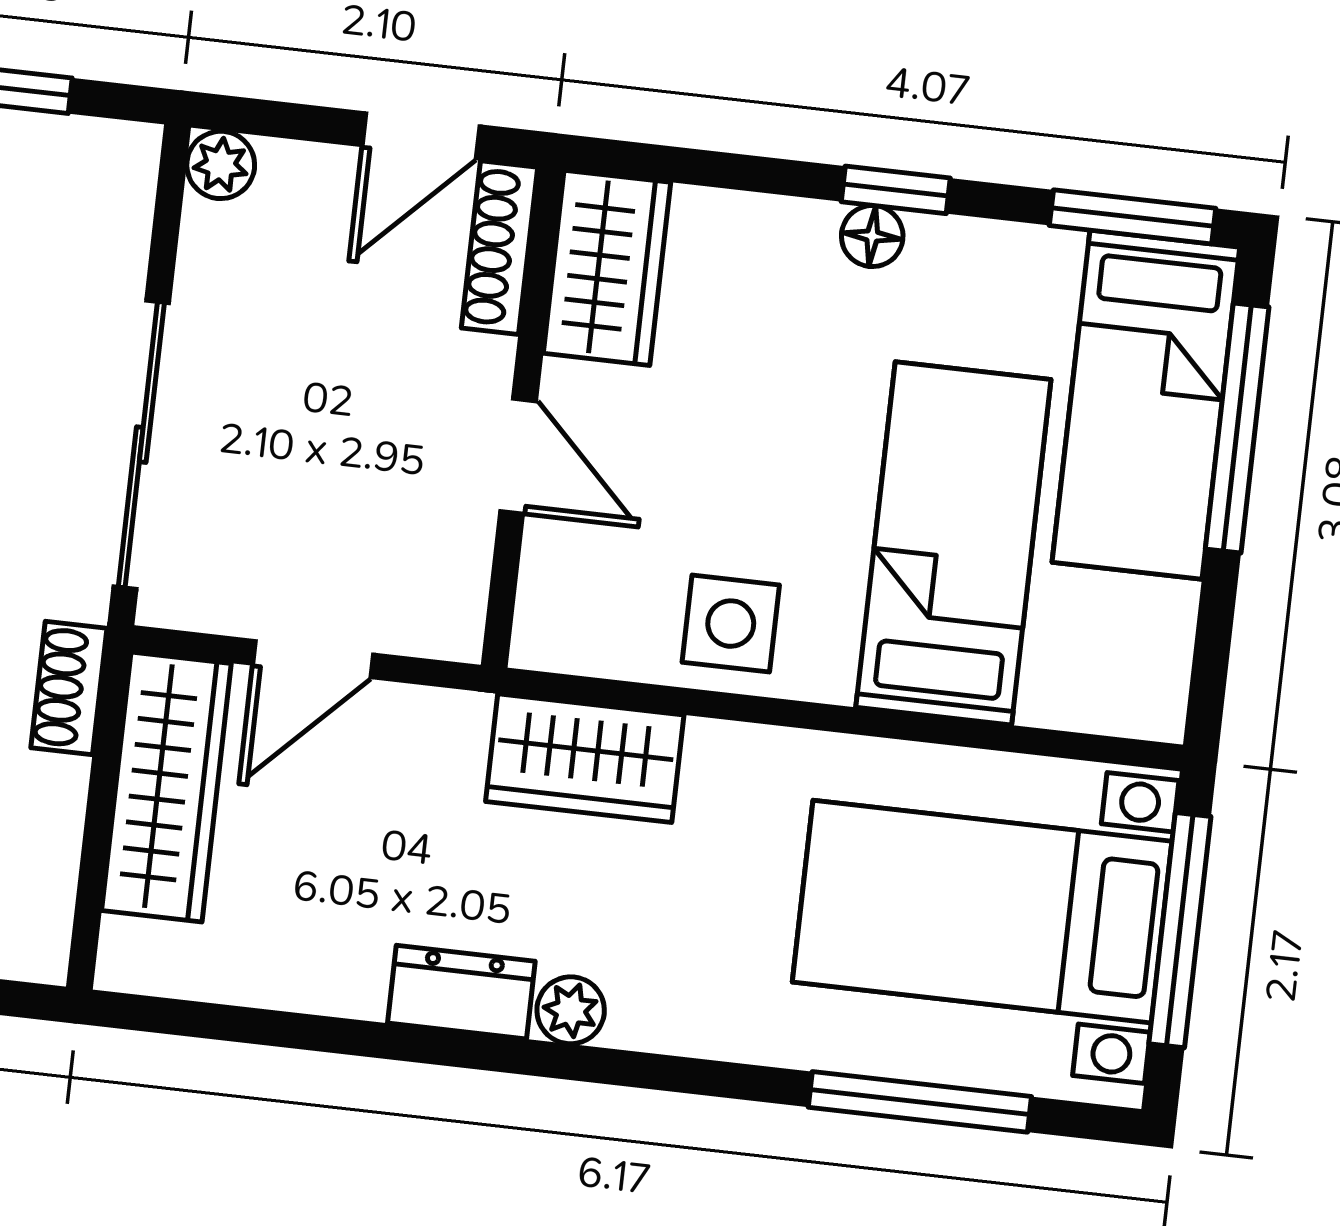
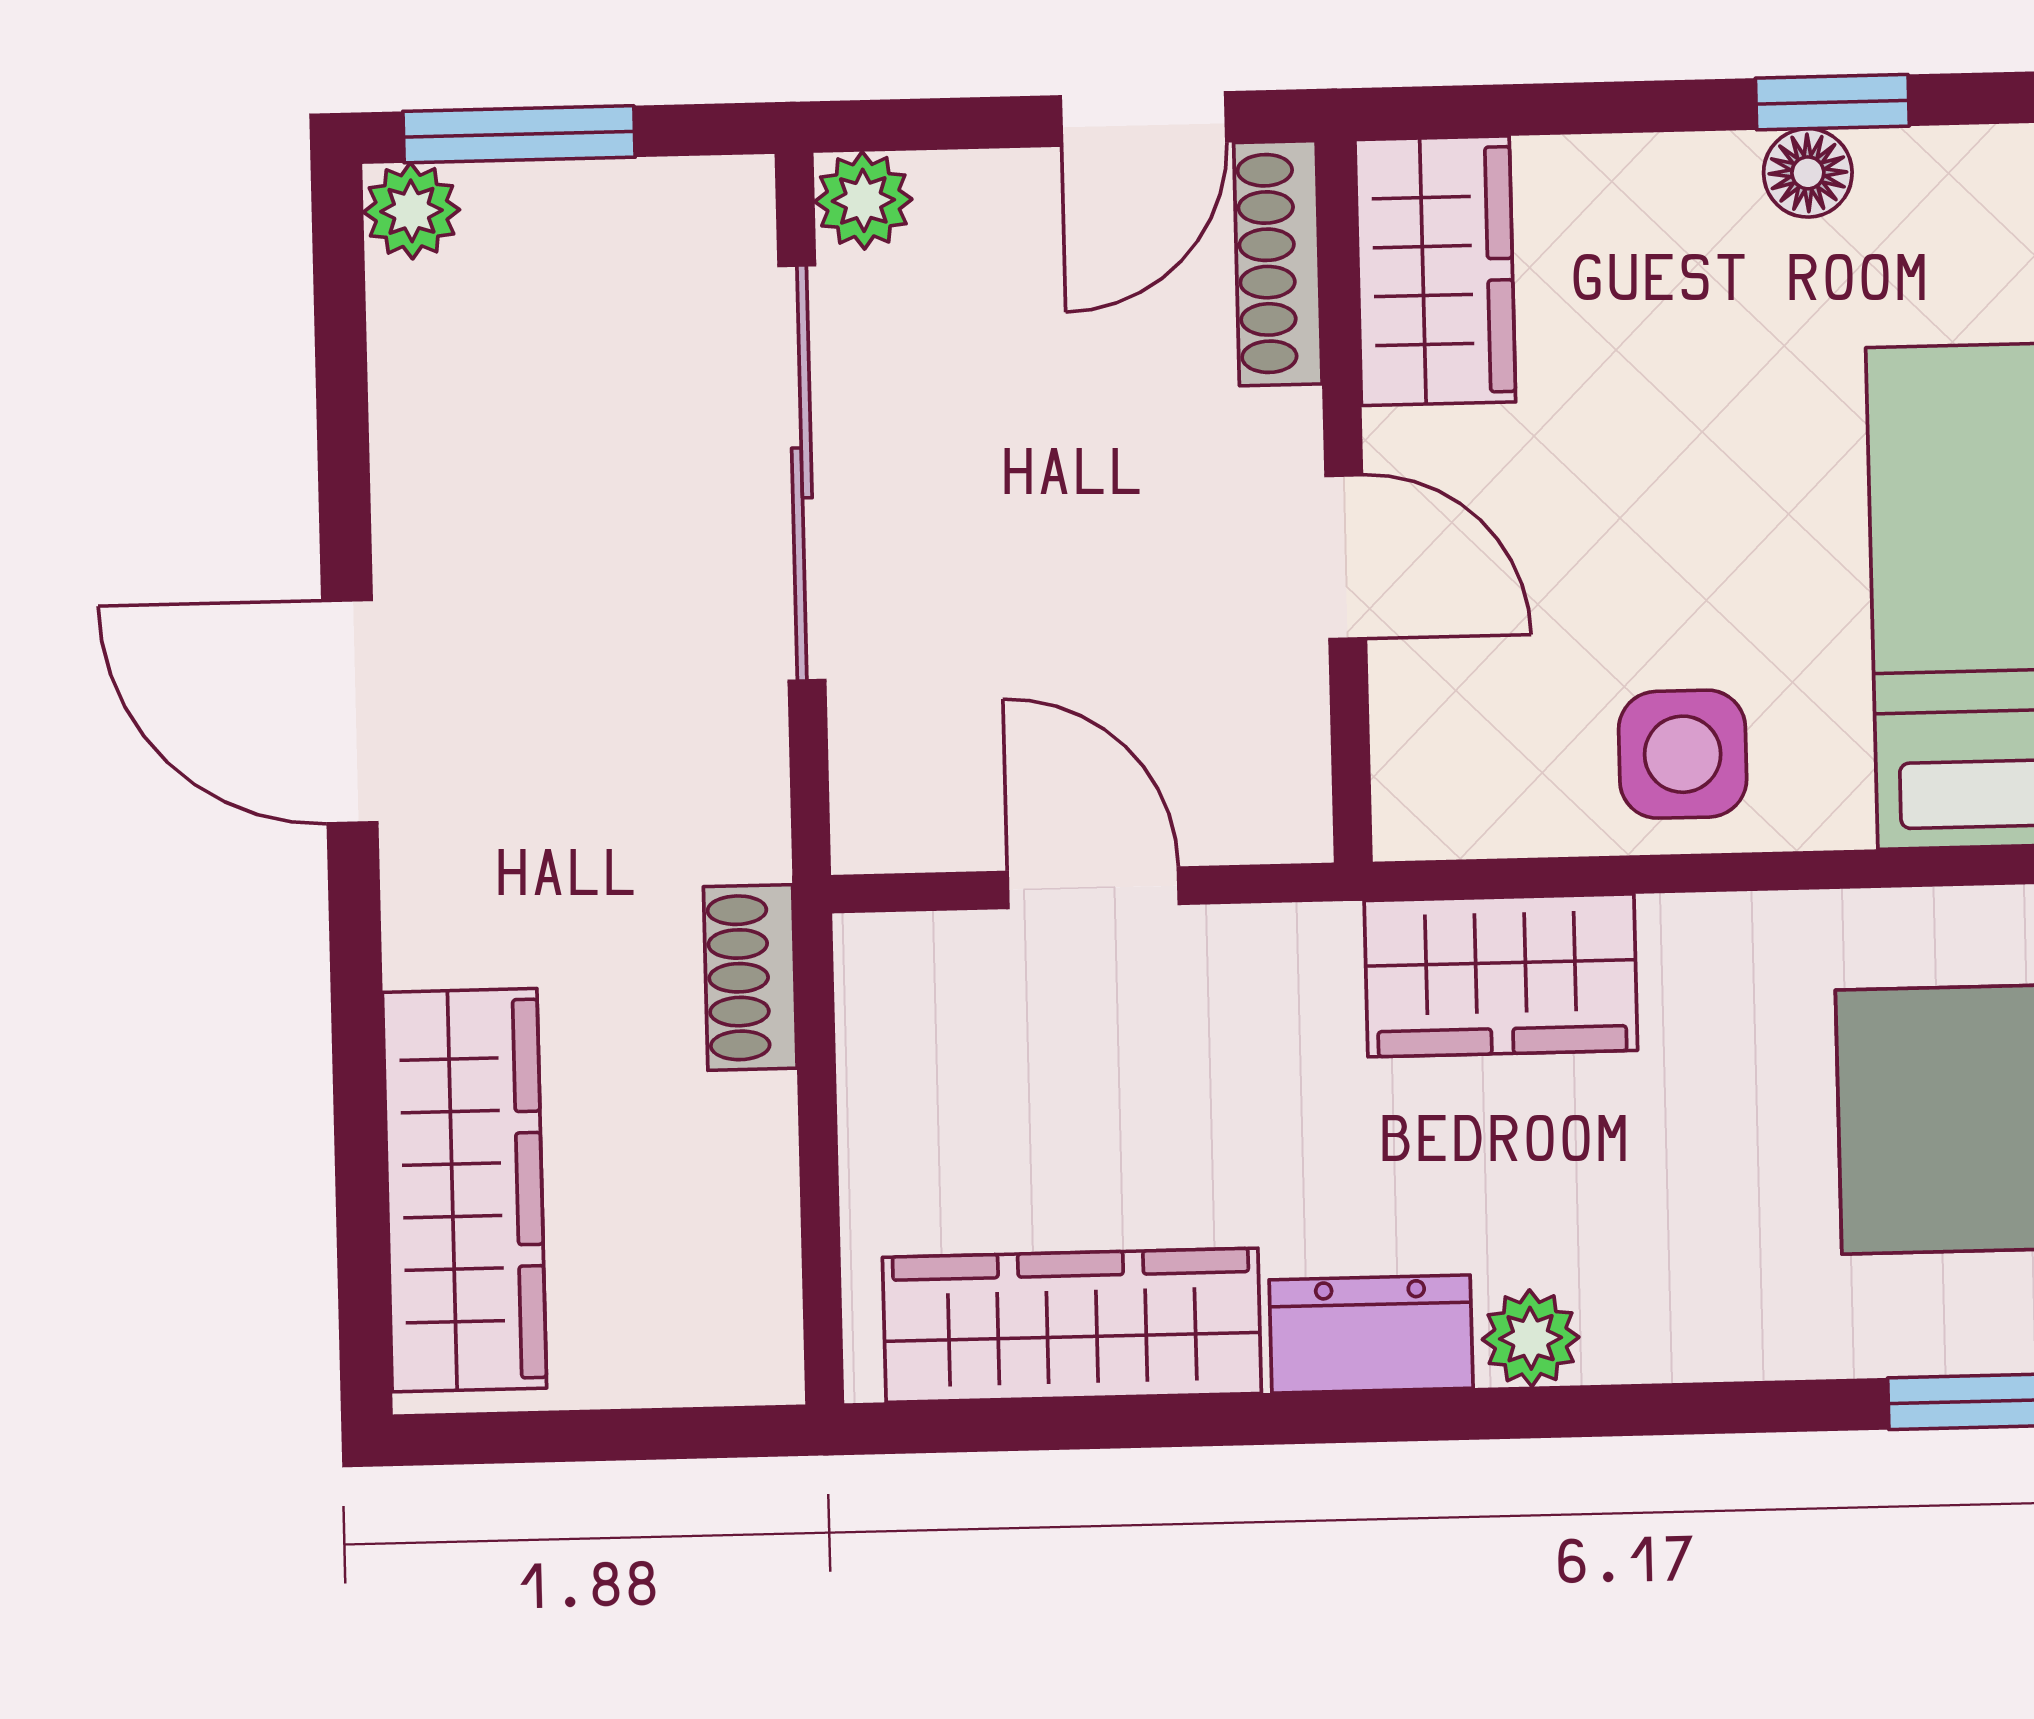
sliding door: (141, 445) -> (802, 473), moved
door: (313, 659) -> (1093, 888), swing flipped
wardrobe: (166, 787) -> (1072, 1325), moved, turned -90

